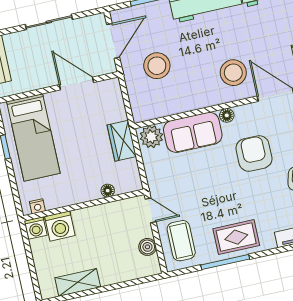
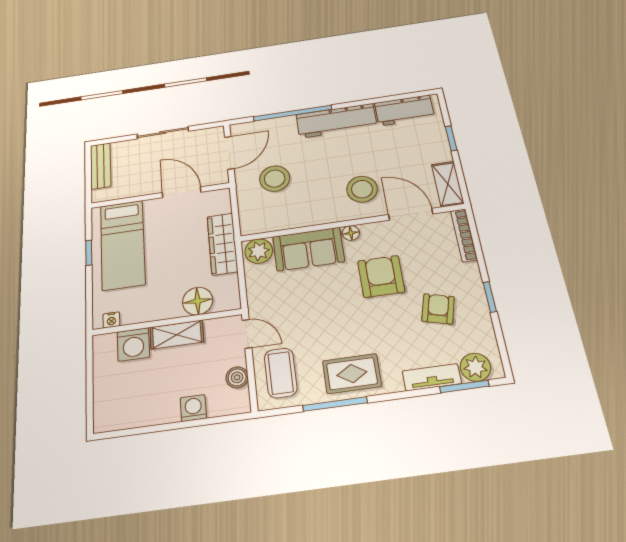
wardrobe: (122, 141) -> (222, 244), width x1.50
floor lamp: (108, 191) -> (198, 301), width x1.89, depth x1.89
washing machine: (36, 228) -> (193, 408), moved, turned 180
shelving: (78, 282) -> (177, 335), moved

